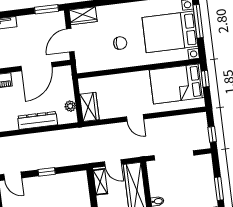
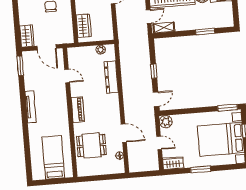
door: (36, 67) -> (67, 76), width x0.53
wardrobe: (89, 107) -> (84, 26), moved, turned 90

